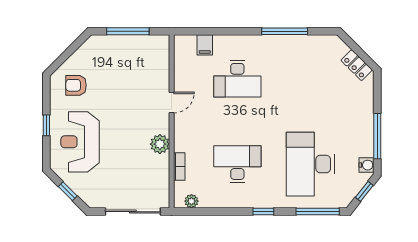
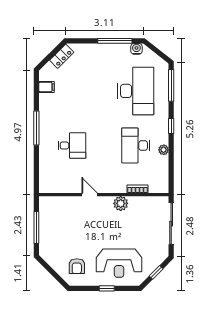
window: (285, 31) -> (36, 128), moved
filing cabinet: (205, 45) -> (46, 87), moved
desk: (237, 79) -> (72, 145), width x0.73
desk: (310, 164) -> (136, 91), turned -90
window: (364, 191) -> (156, 50), removed
plant: (191, 201) -> (164, 150), moved

